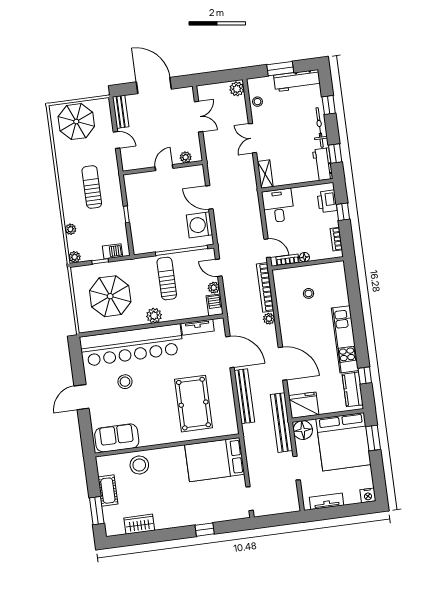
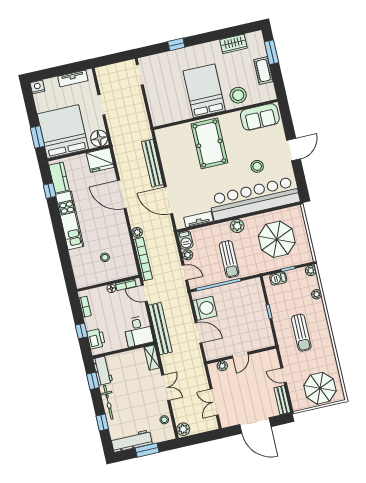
pool table: (193, 404) -> (209, 143), moved
bench: (281, 423) -> (160, 329), moved
bed: (215, 460) -> (204, 91), moved, turned -90

